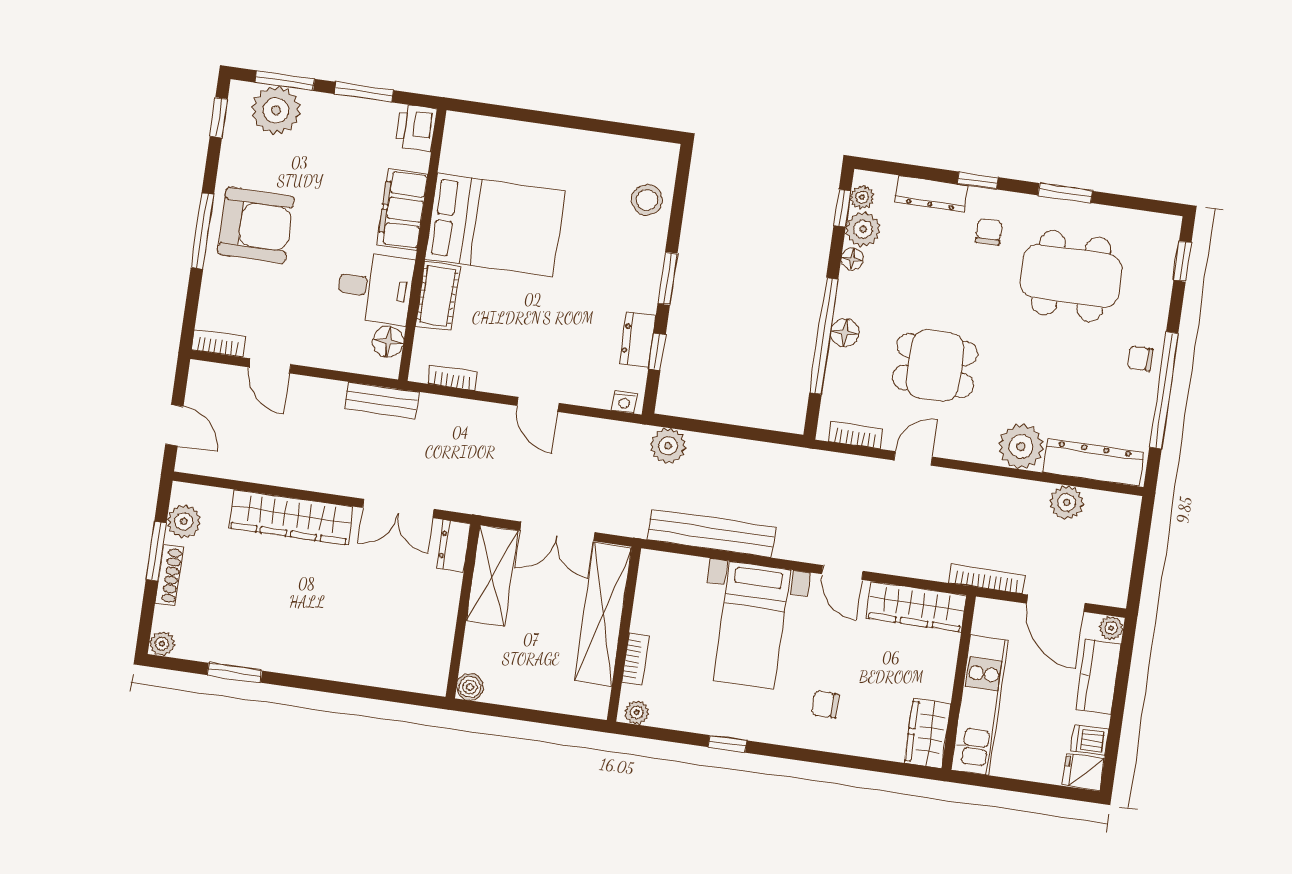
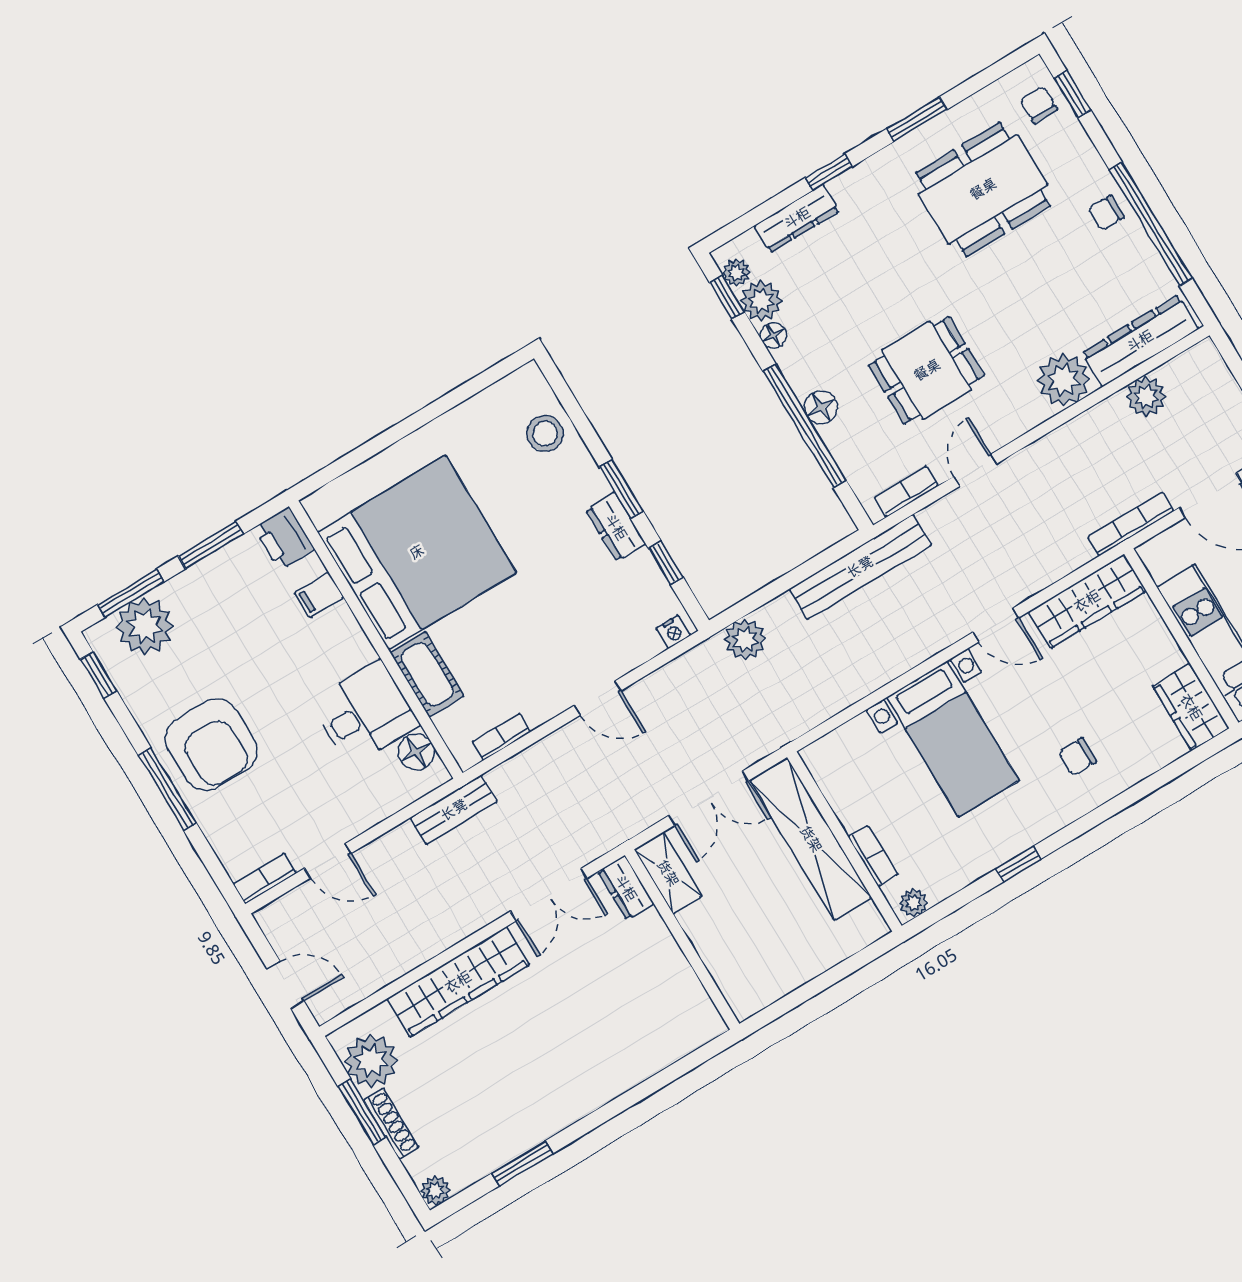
filing cabinet: (403, 209) -> (319, 595), width x0.33, depth x0.86
armchair: (256, 225) -> (211, 745), turned 90
bed: (495, 225) -> (417, 552), width x1.36
chair: (989, 232) -> (1039, 105), moved
dresser: (638, 340) -> (616, 527), moved
plant: (184, 521) -> (371, 1061), width x1.36, depth x1.36
bench: (712, 533) -> (860, 567), moved
shelving: (492, 576) -> (668, 873), width x0.67, depth x0.75
boiler: (470, 687) -> (745, 1003), removed

